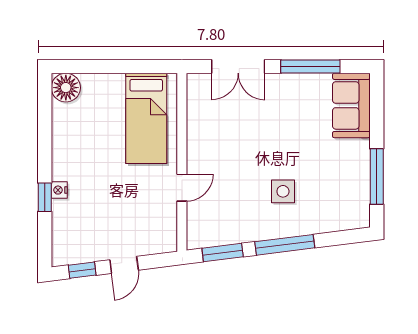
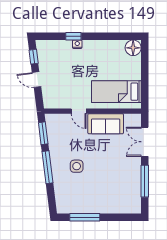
sofa: (351, 105) -> (106, 124), moved, turned 180

